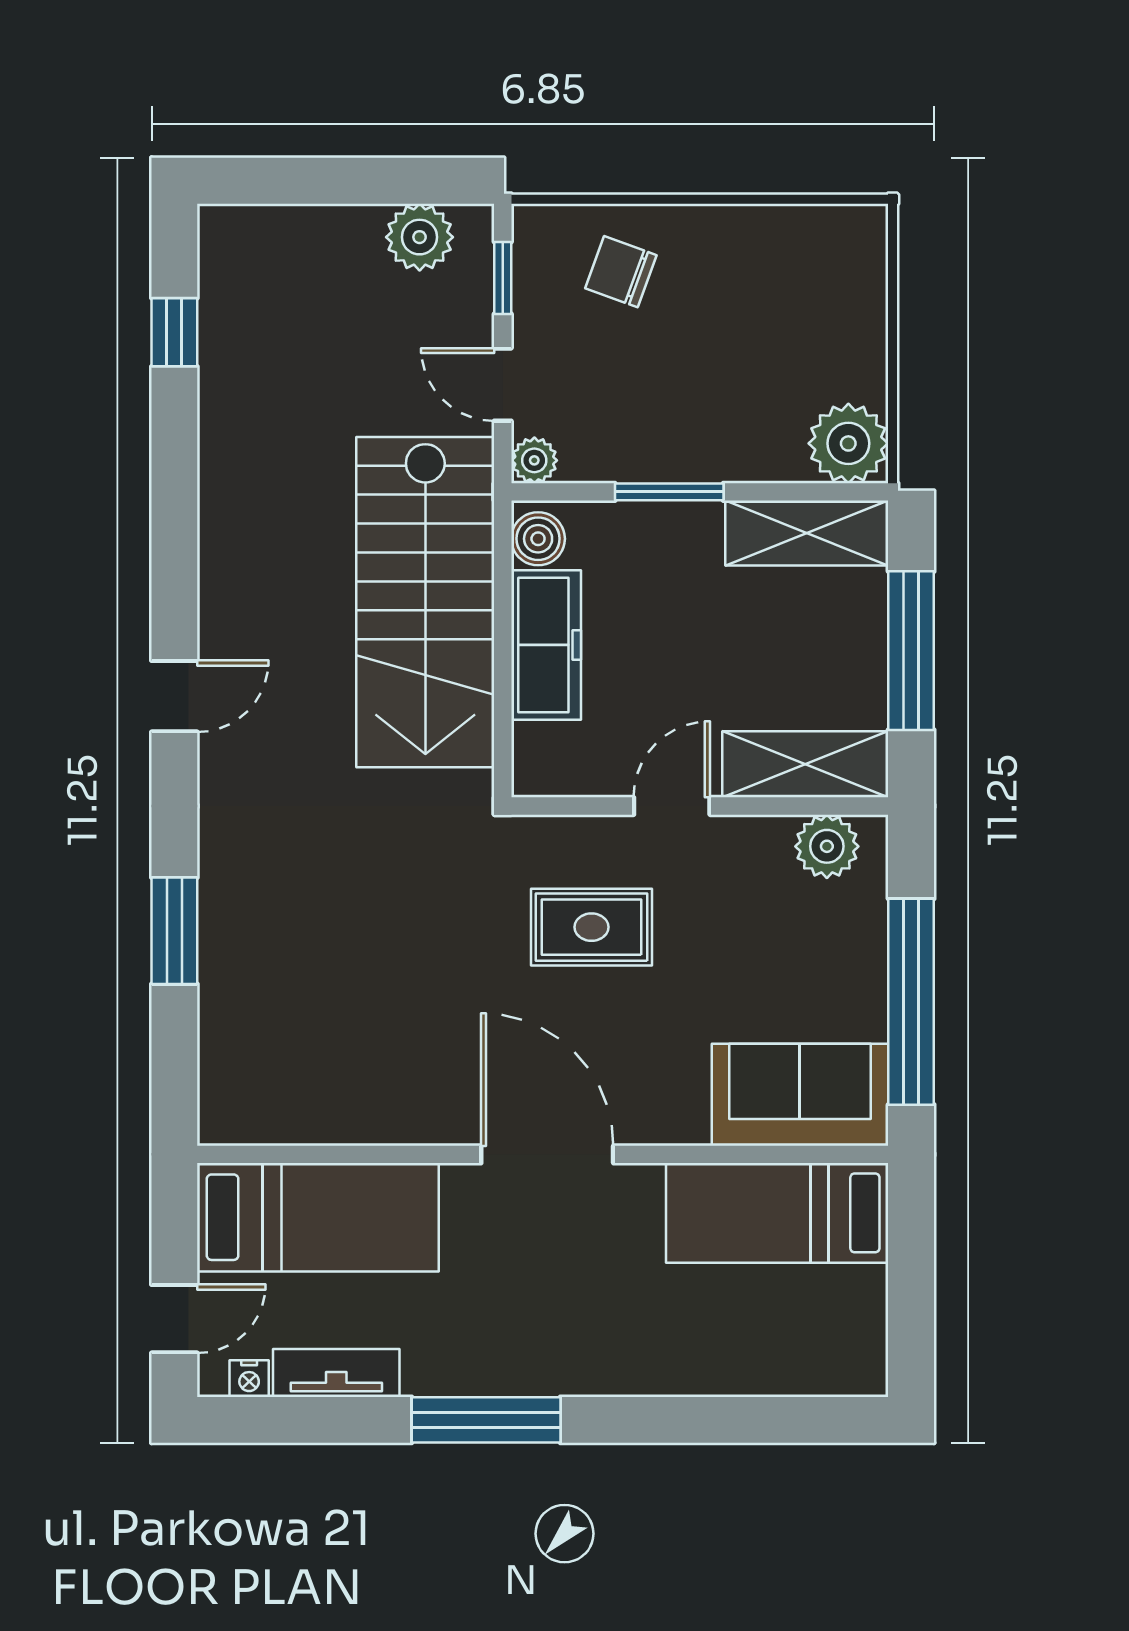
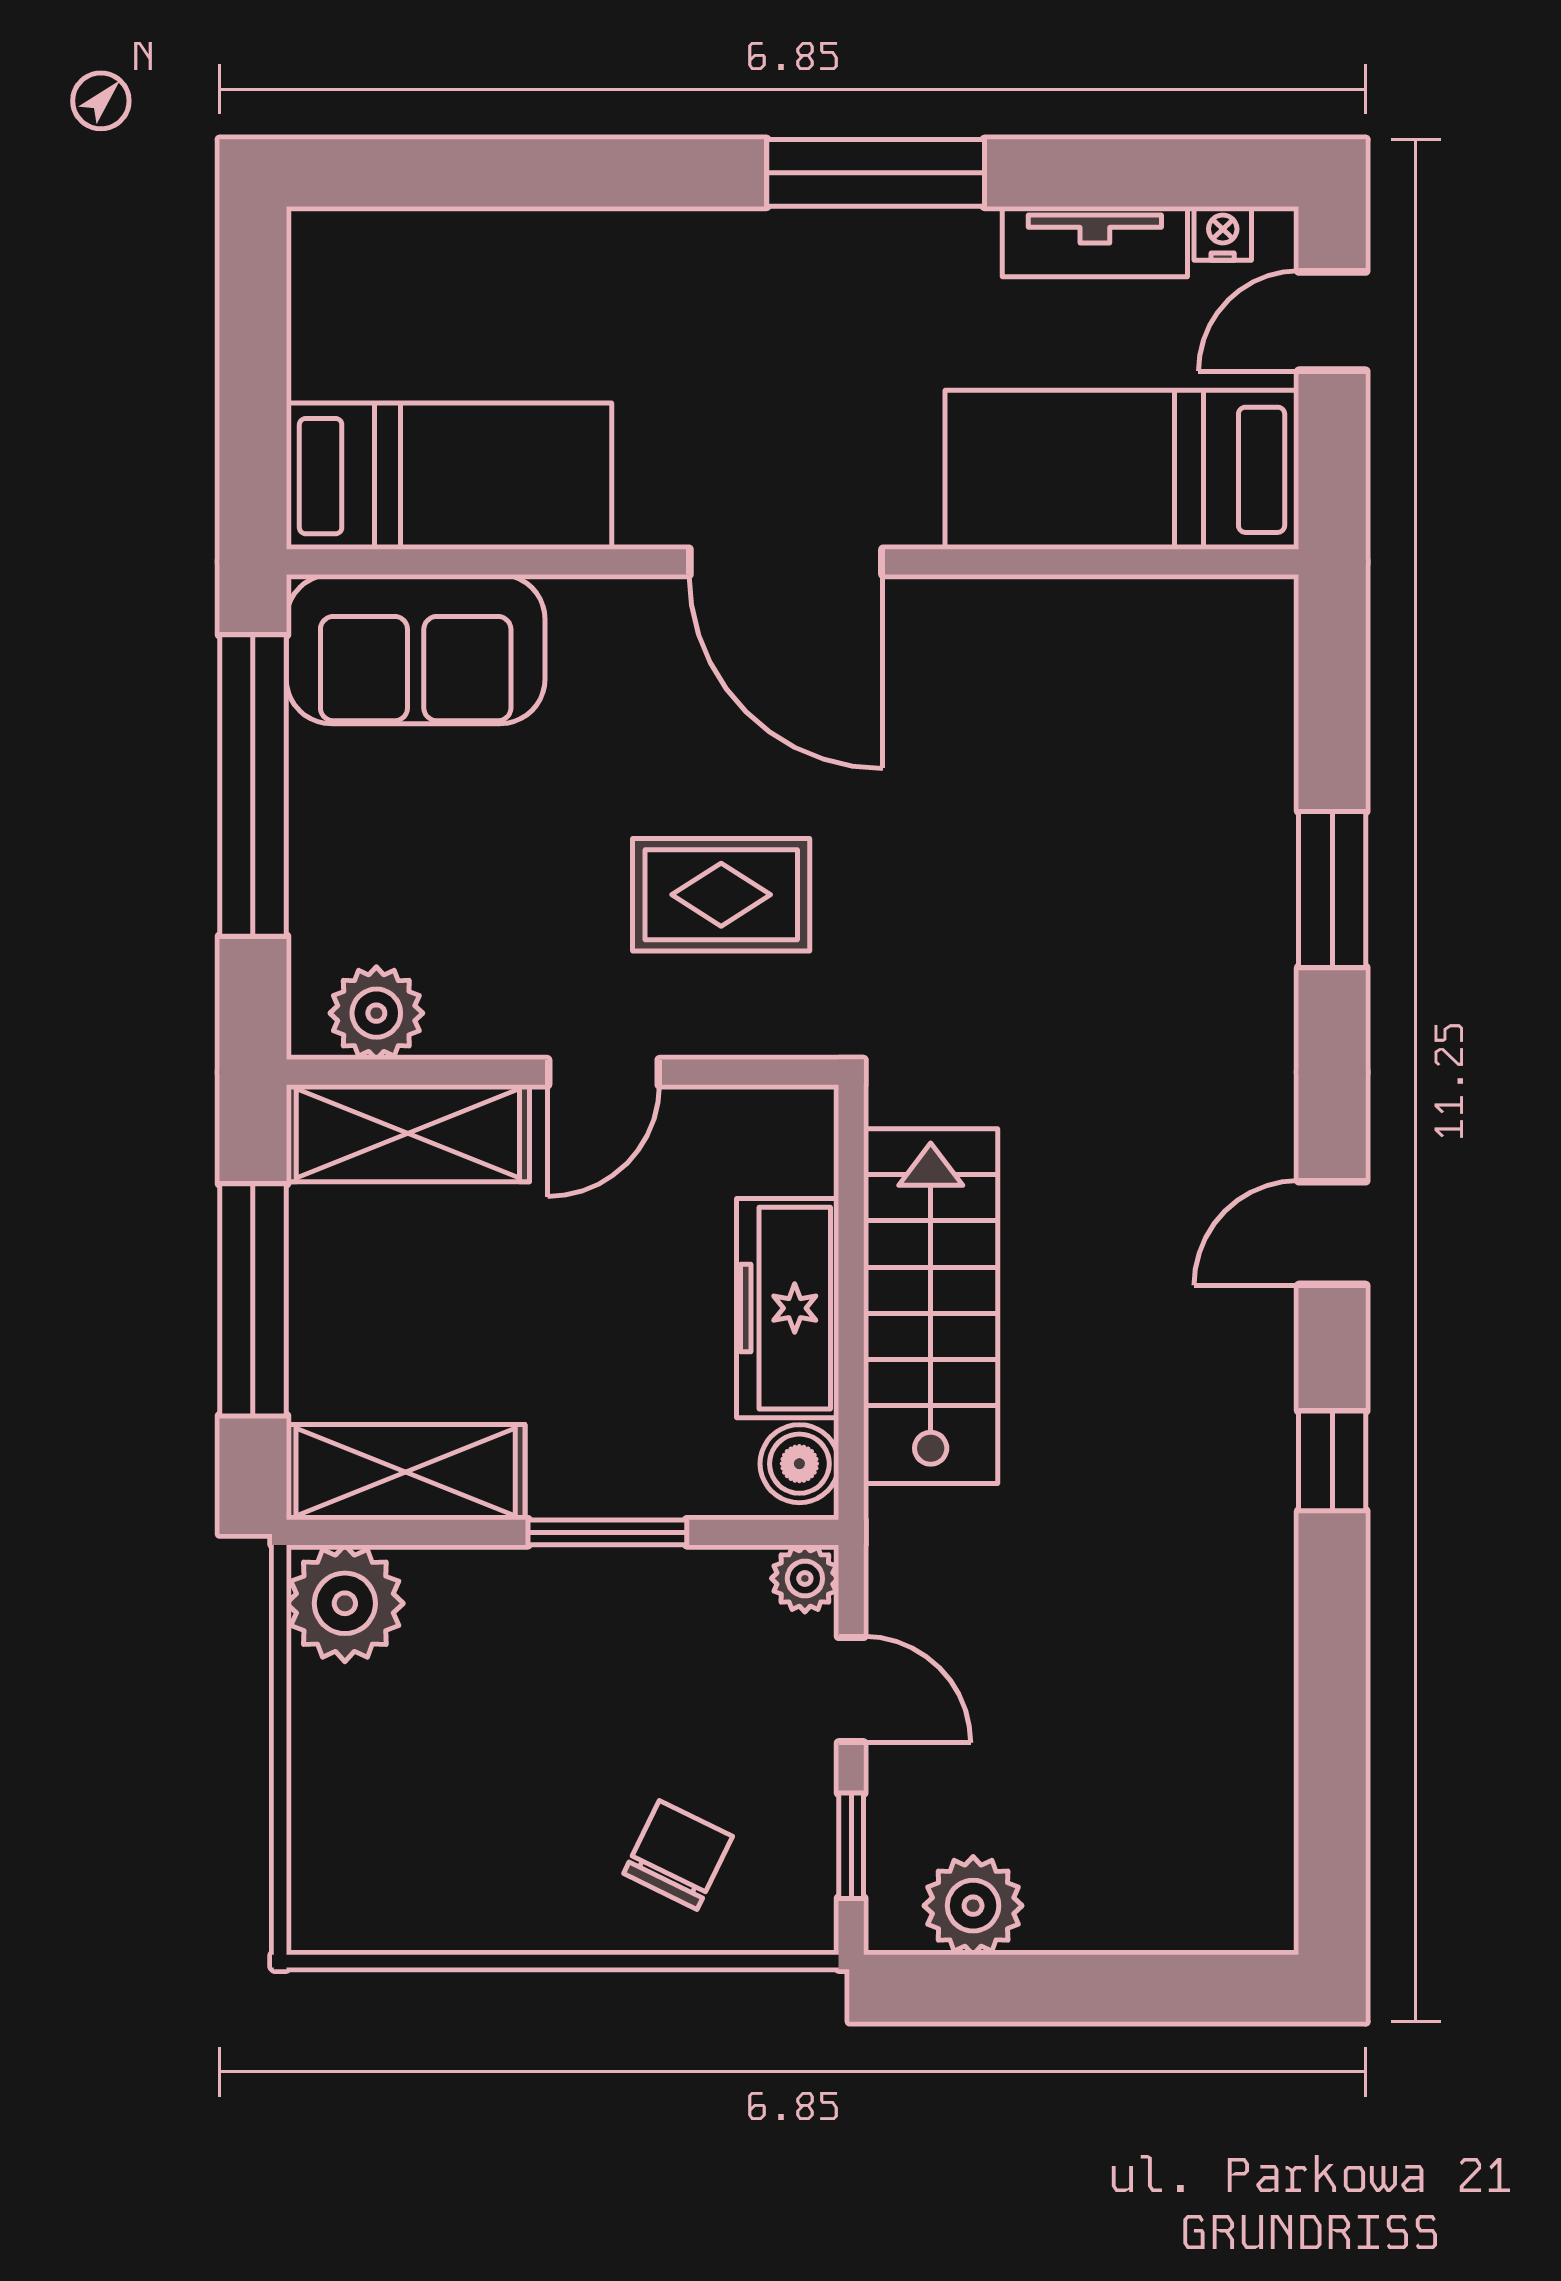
chair: (621, 272) -> (678, 1855), turned -84
window: (174, 332) -> (1332, 1461), moved
stairs: (425, 602) -> (931, 1306), width x0.73, depth x0.66

